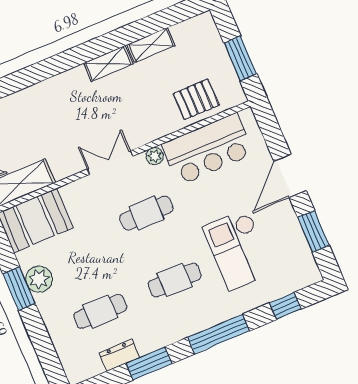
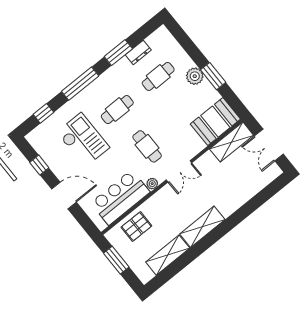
shelving: (151, 45) -> (168, 255), width x1.50, depth x1.33
shelving: (108, 63) -> (202, 227), width x1.50, depth x1.33
door: (290, 176) -> (64, 196), hinge flipped
cafe table: (146, 213) -> (147, 146), turned 90
window: (313, 231) -> (39, 165), width x0.67
plant: (39, 279) -> (195, 76), moved

